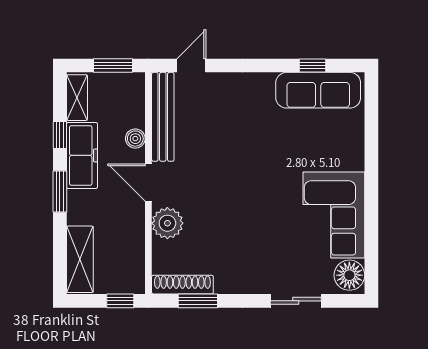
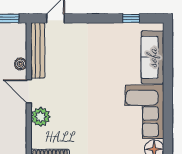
sofa: (318, 90) -> (152, 57), moved, turned 90

